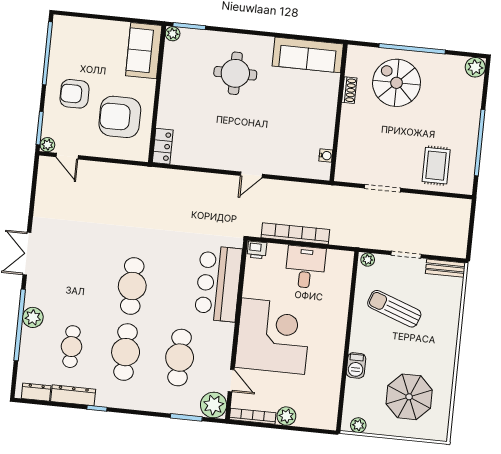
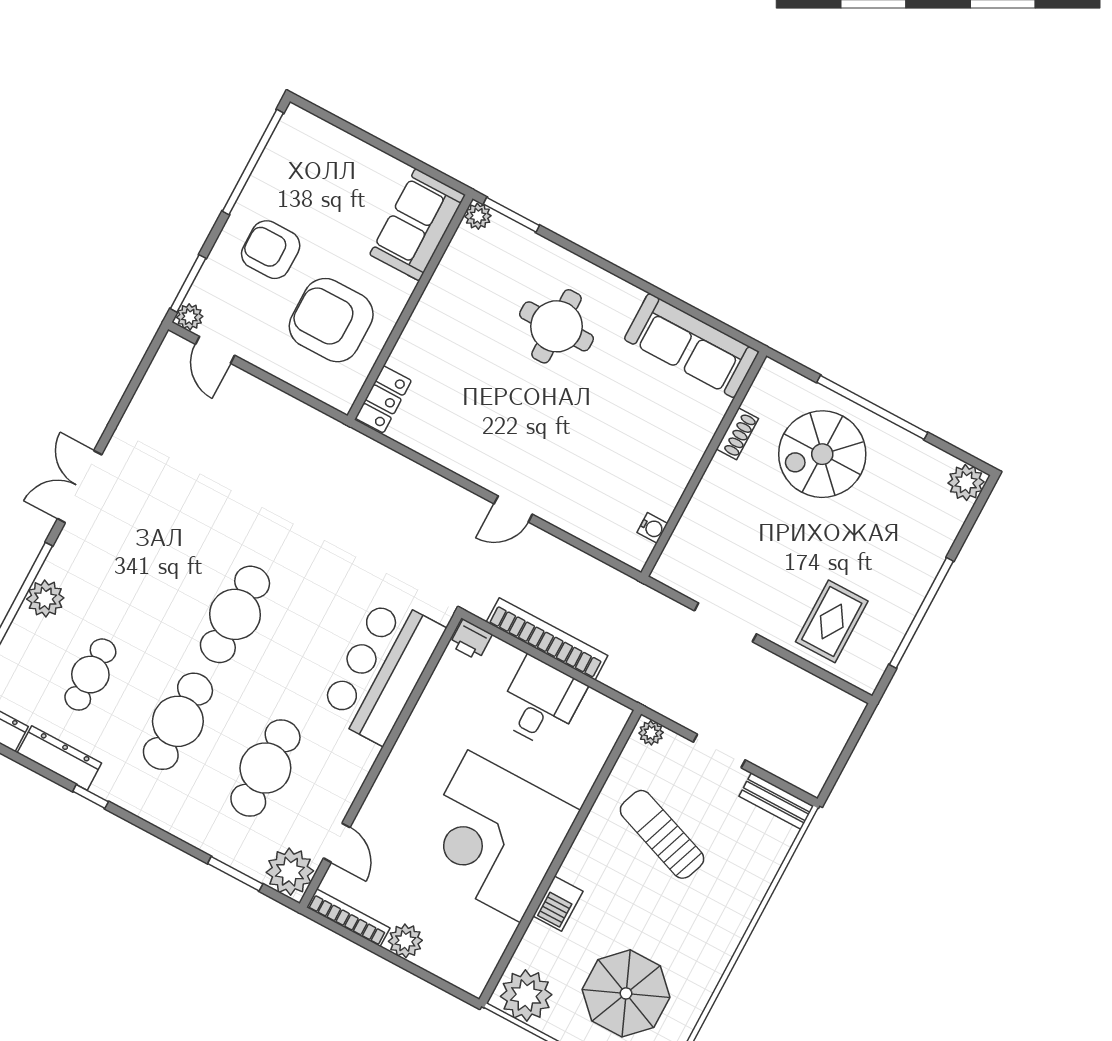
spiral stairs: (397, 83) -> (822, 454), turned -90
corner desk: (273, 336) -> (494, 836), moved, turned 180
plant: (358, 425) -> (526, 995), width x1.88, depth x1.88

